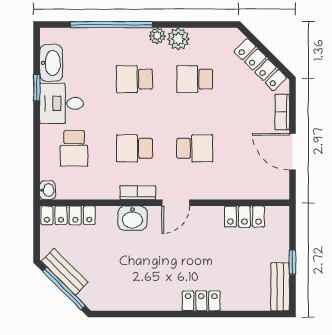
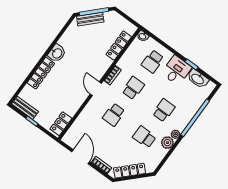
school desk: (195, 79) -> (144, 137), turned -90
school desk: (74, 148) -> (153, 61), turned -90
door: (292, 152) -> (81, 157), hinge flipped
locker: (68, 215) -> (119, 46), moved
locker: (244, 217) -> (61, 124), moved
washbasin: (132, 218) -> (57, 53), moved, turned 180
bench: (65, 272) -> (90, 19), moved
locker: (201, 301) -> (41, 73), width x1.53

